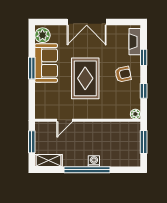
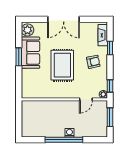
window: (144, 91) -> (110, 86), moved
door: (65, 120) -> (86, 99), moved
window: (32, 142) -> (19, 117), removed
shelving: (48, 160) -> (32, 132), removed

